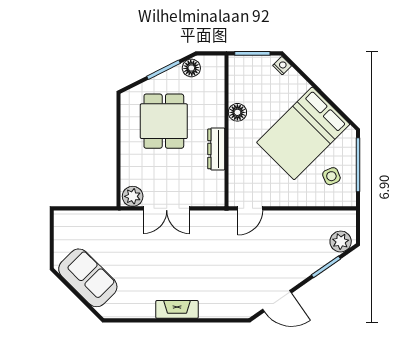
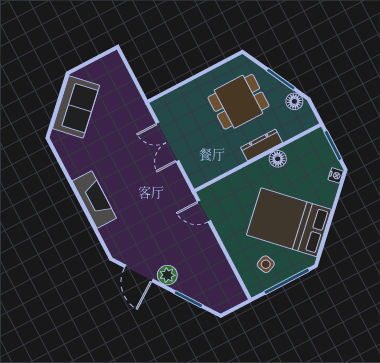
dresser: (216, 149) -> (262, 145), moved
plant: (133, 196) -> (163, 109), removed
plant: (341, 241) -> (167, 275), moved
fireplace: (177, 309) -> (94, 200), width x1.37, depth x1.32

